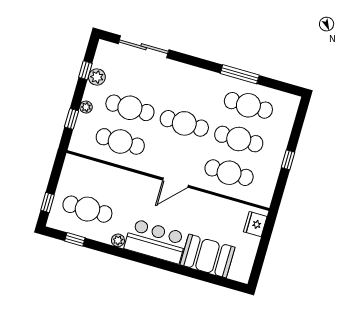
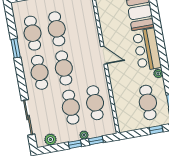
window: (85, 70) -> (75, 144), moved
window: (240, 74) -> (16, 48), width x0.69
plant: (97, 77) -> (50, 140), moved
cafe table: (229, 173) -> (40, 72), moved

